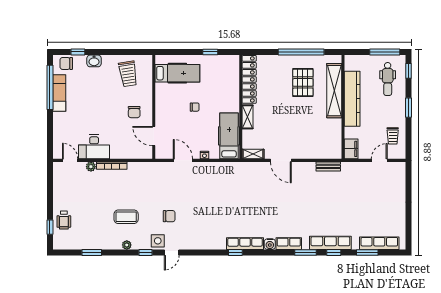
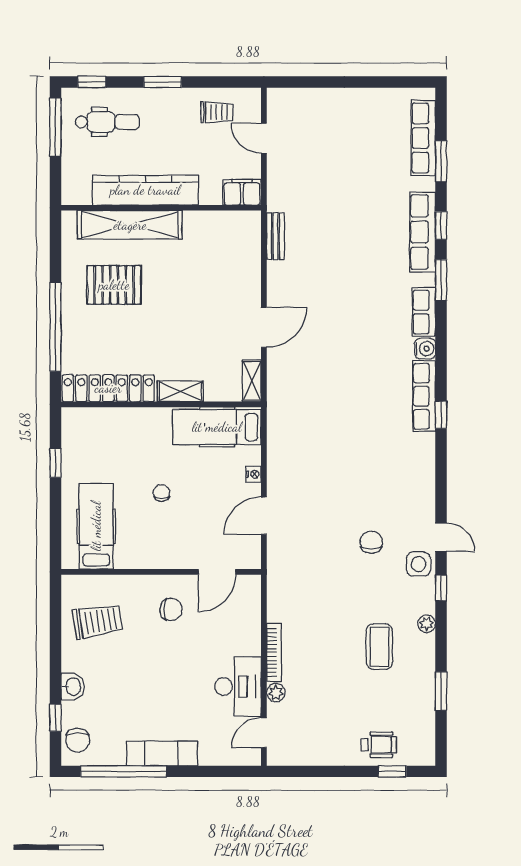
window: (301, 52) -> (55, 327), moved
exam couch: (59, 93) -> (162, 753), moved
coffee table: (126, 217) -> (379, 647), moved

